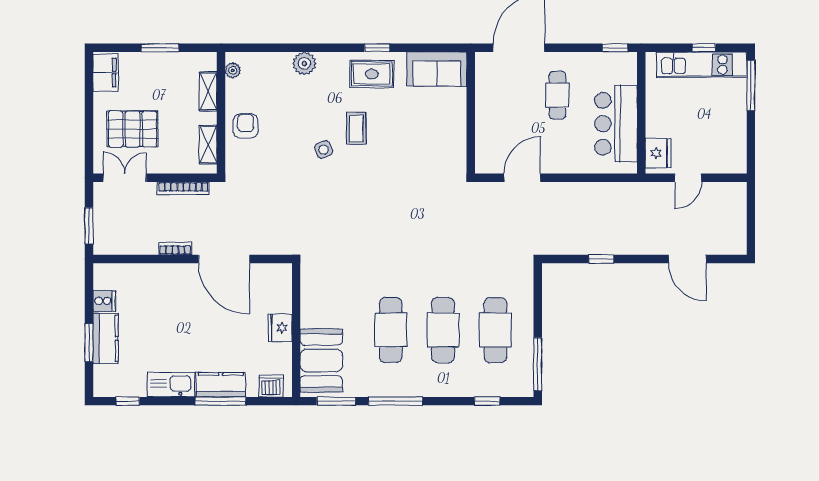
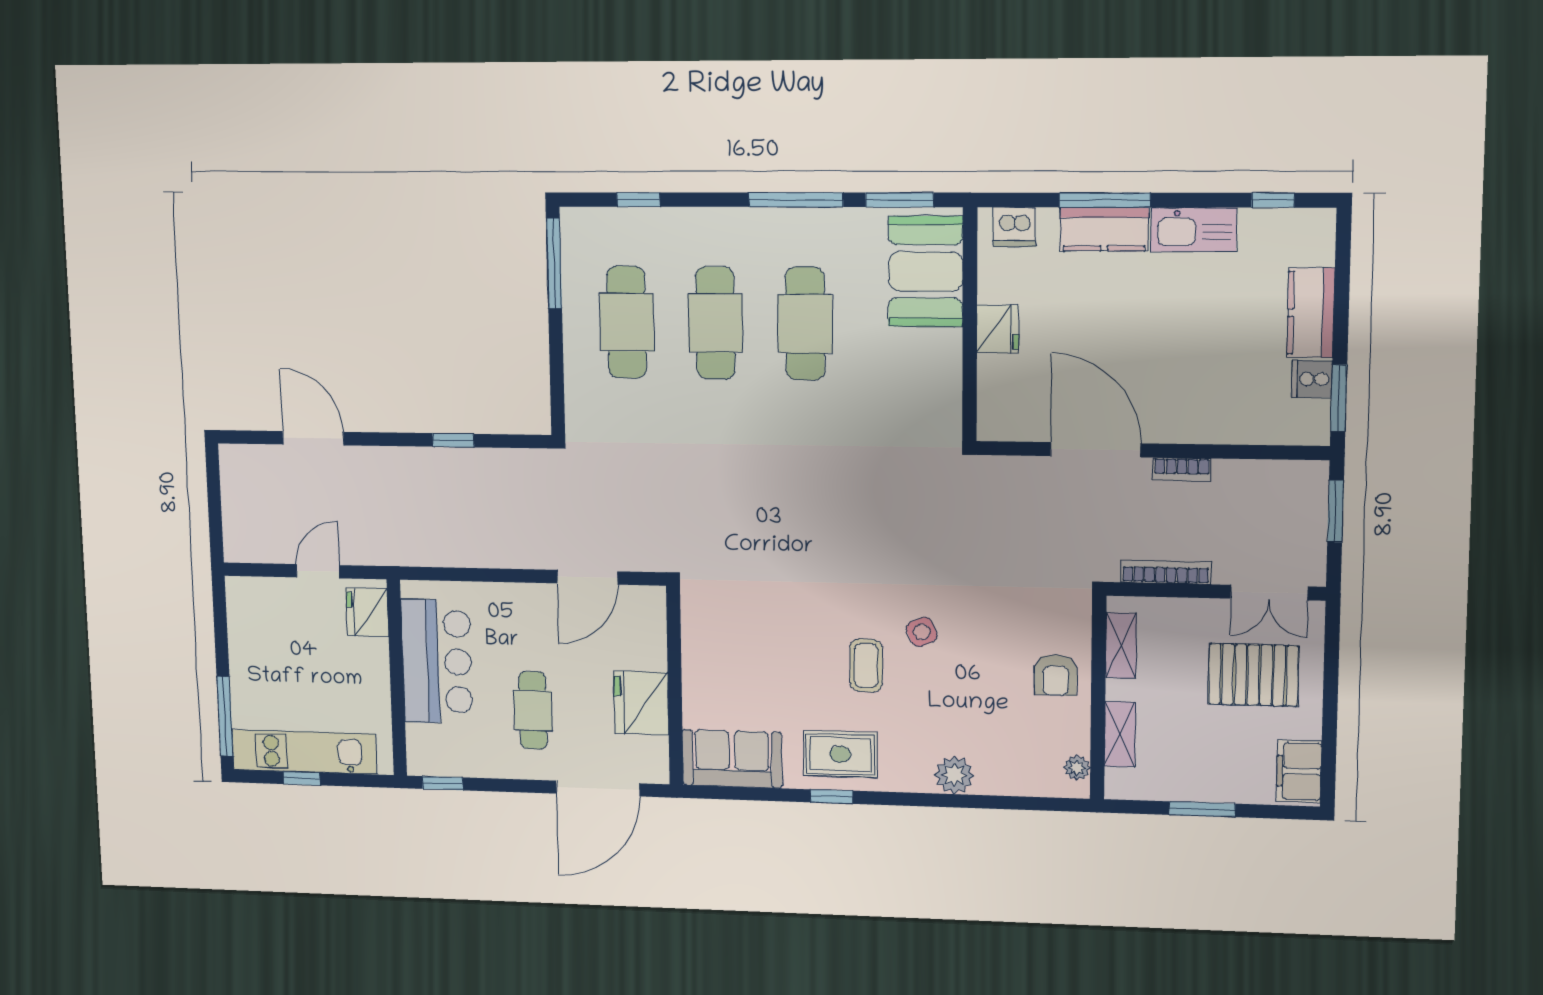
fridge: (491, 102) -> (641, 703), added
window: (89, 343) -> (1339, 398), moved

